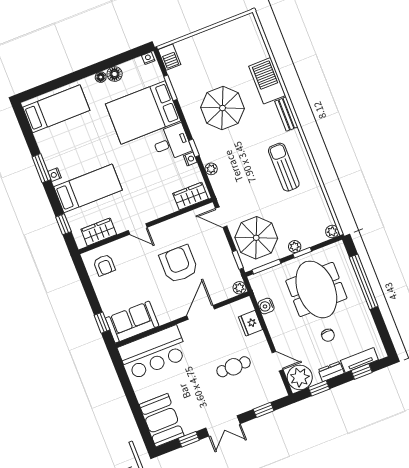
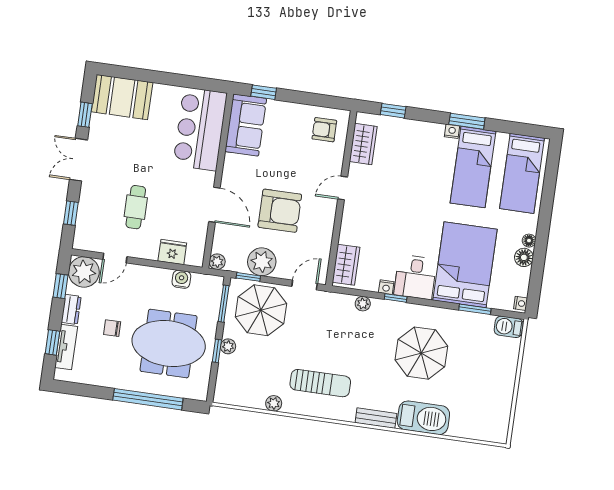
bed: (88, 188) -> (473, 167), moved
plant: (332, 232) -> (274, 403), moved
plant: (222, 256) -> (262, 262), added

